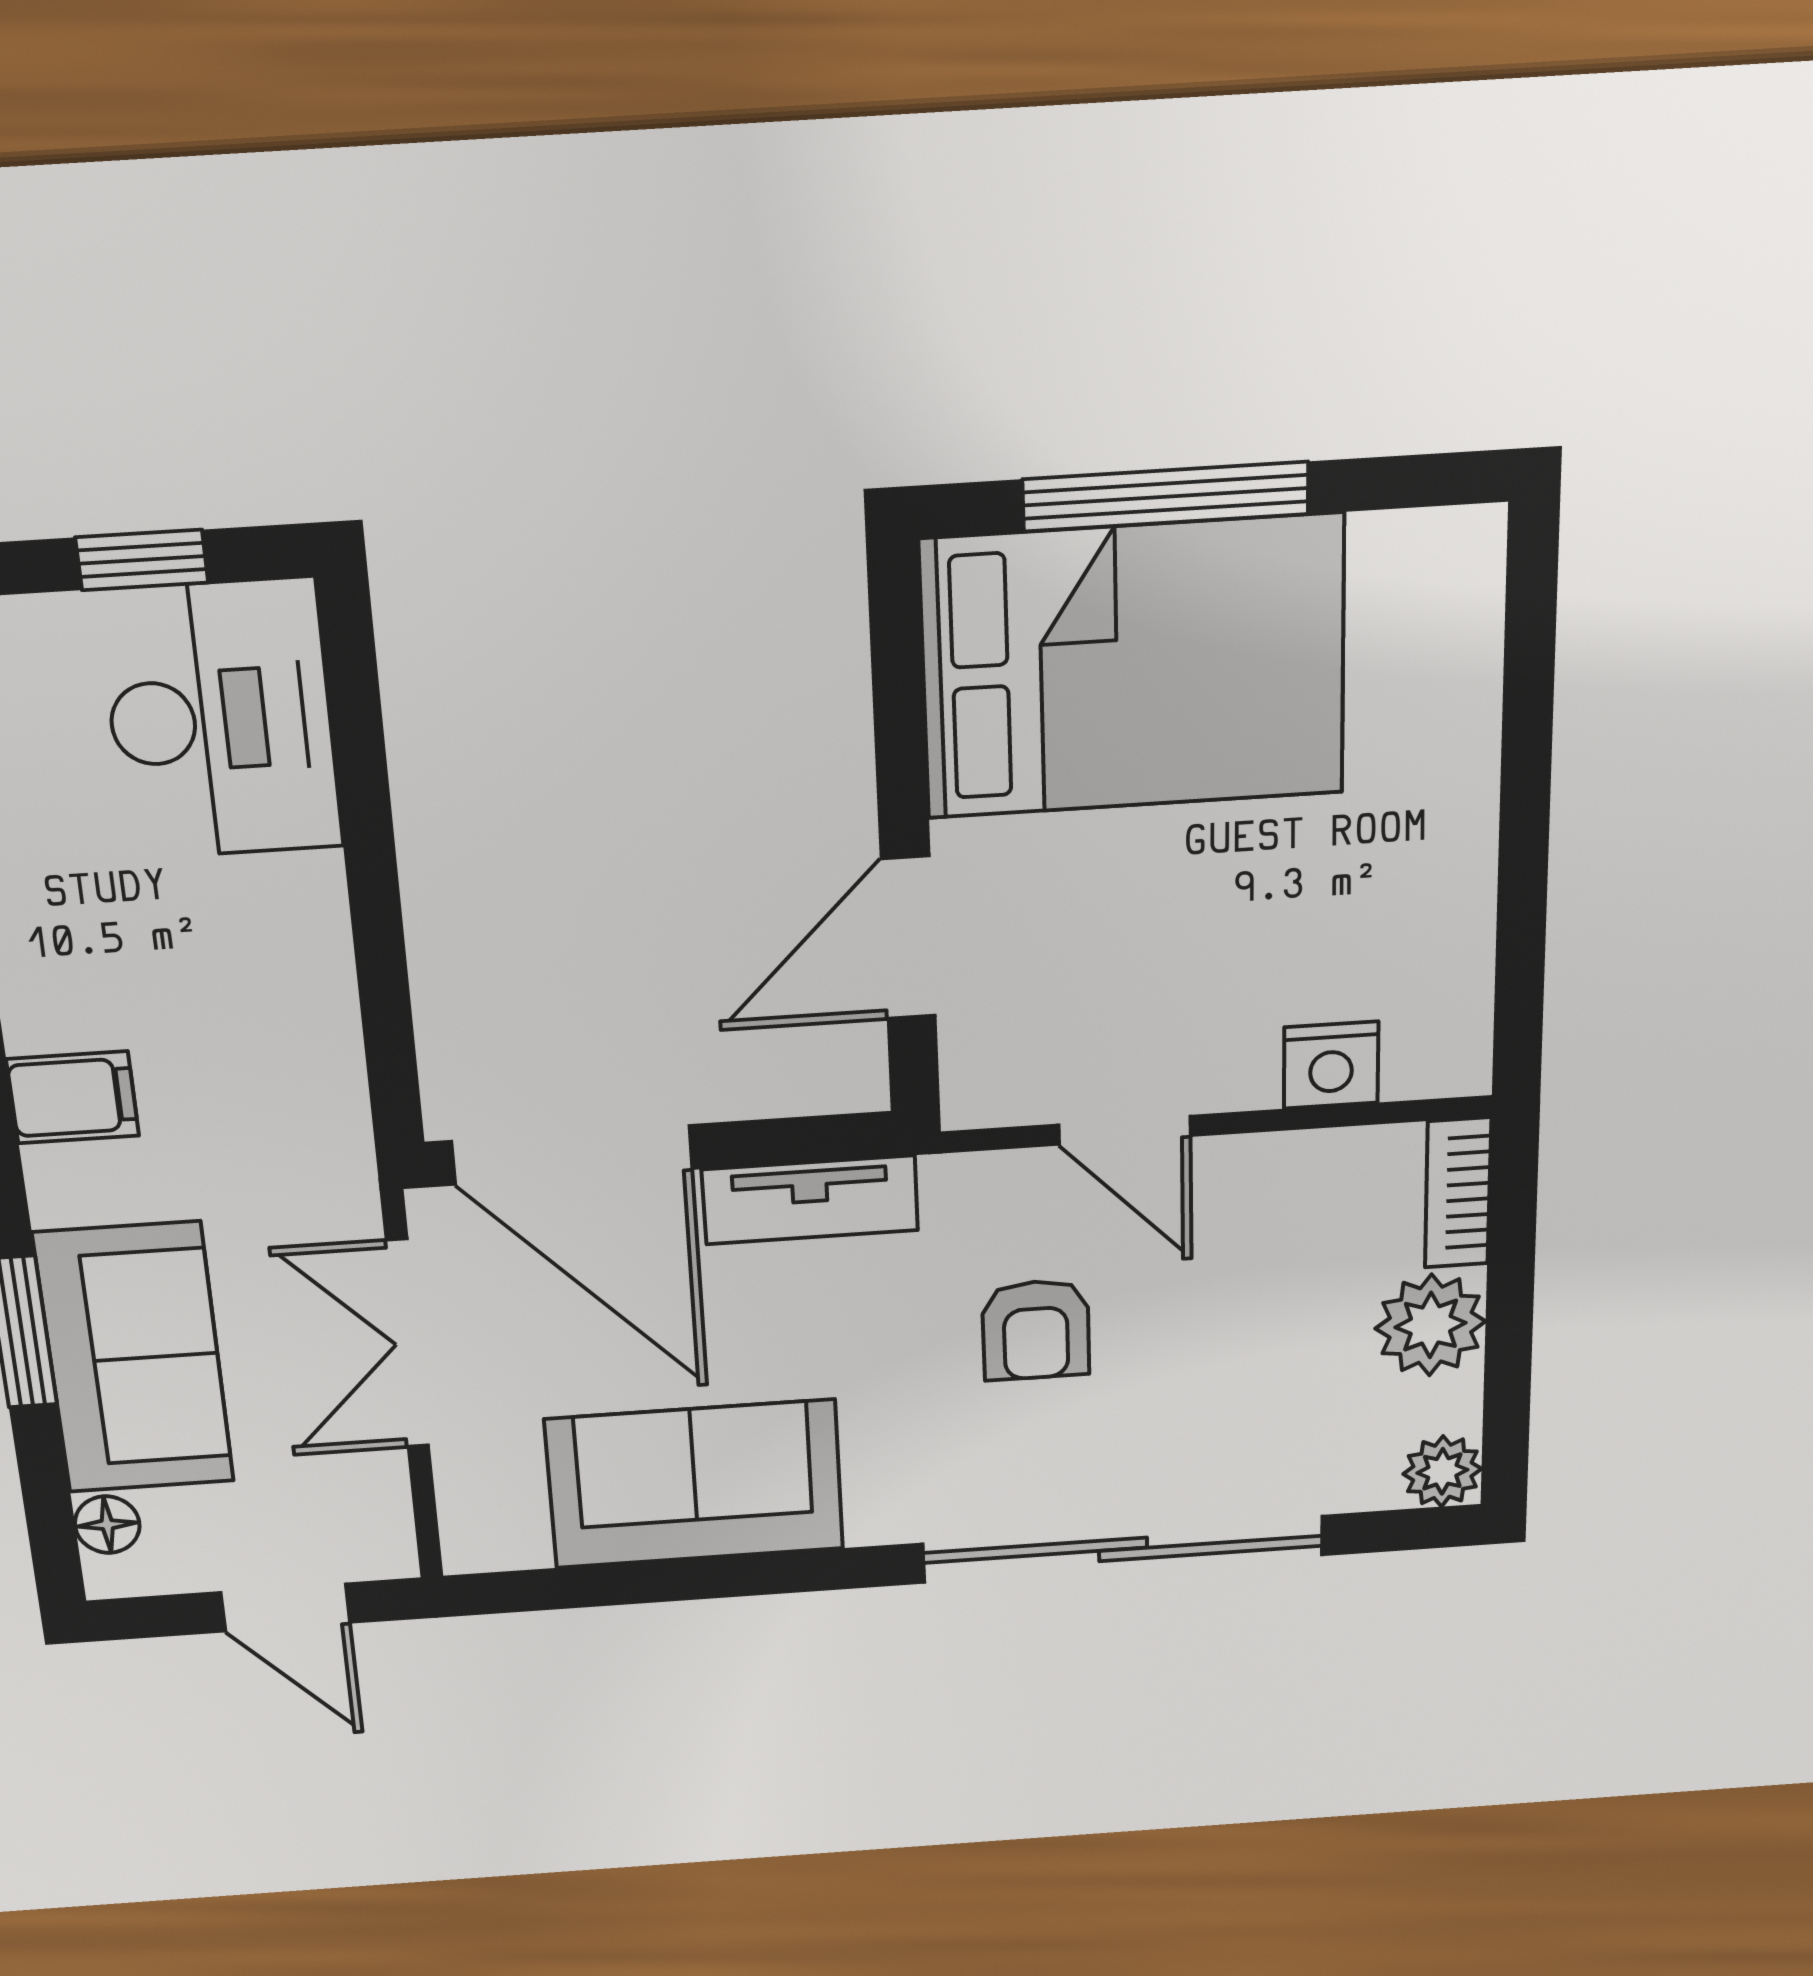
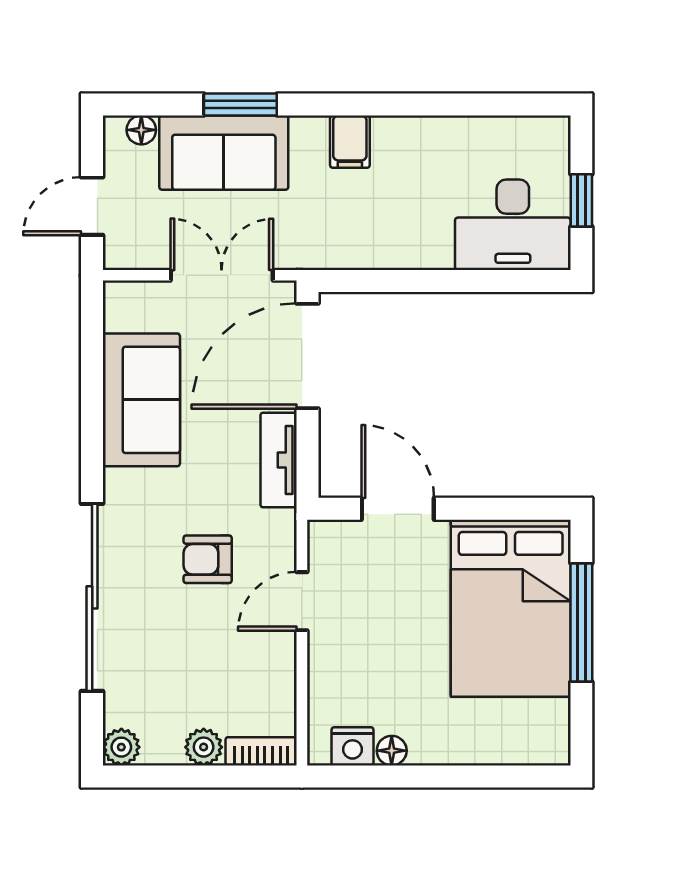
floor lamp: (1463, 915) -> (392, 751), added
nightstand: (1331, 1065) -> (352, 746), moved, turned -90
plant: (1430, 1325) -> (204, 747), width x0.73, depth x0.73

